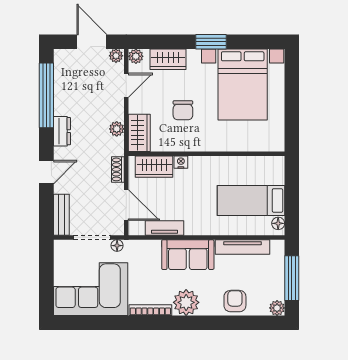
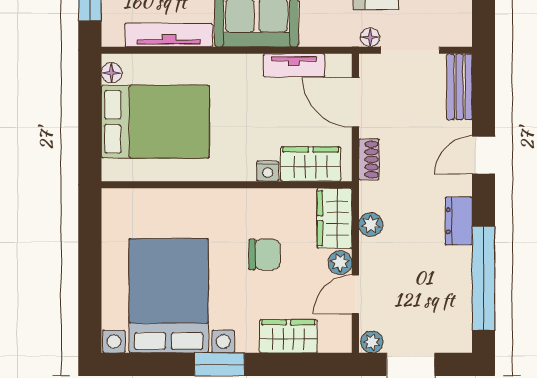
plant: (136, 56) -> (340, 263), moved
chair: (183, 110) -> (264, 254), turned 90
bed: (251, 200) -> (155, 122), width x1.50

